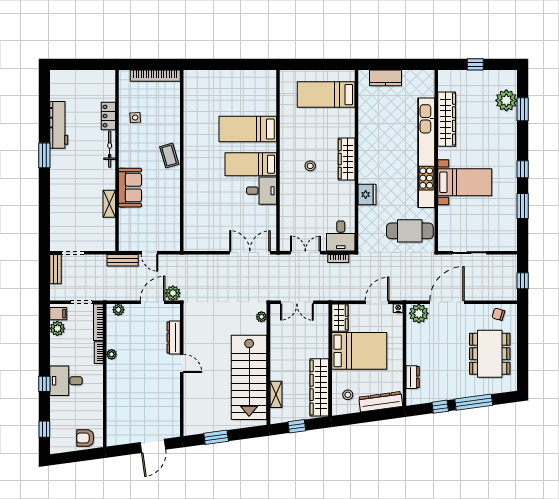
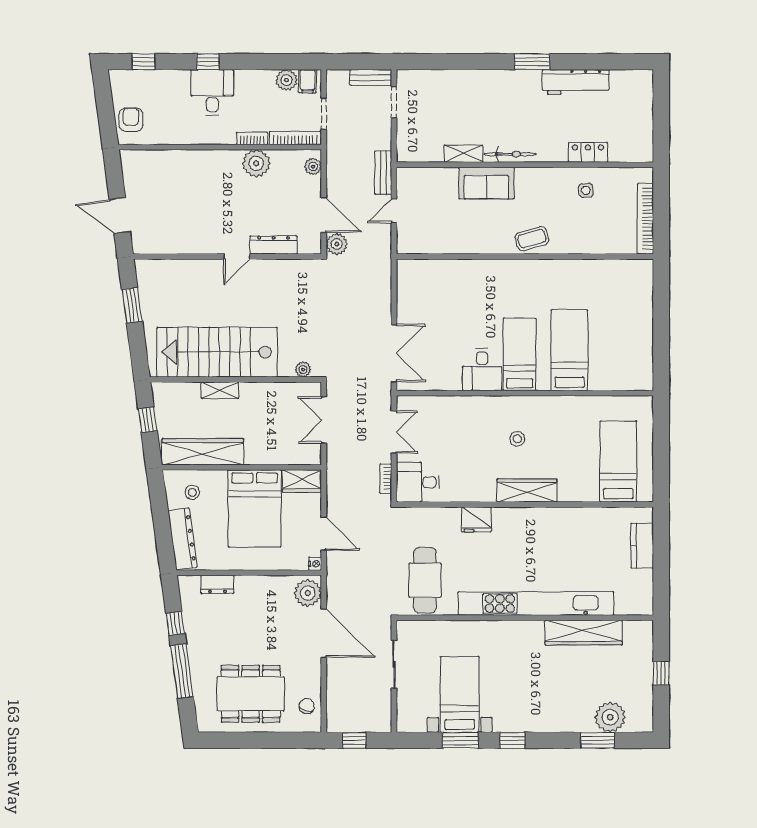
bicycle: (110, 149) -> (510, 154), moved
bed with nightstands: (465, 182) -> (460, 694), moved, turned 180
plant: (112, 354) -> (256, 163), width x1.88, depth x1.88
shelving: (276, 394) -> (220, 390), moved

